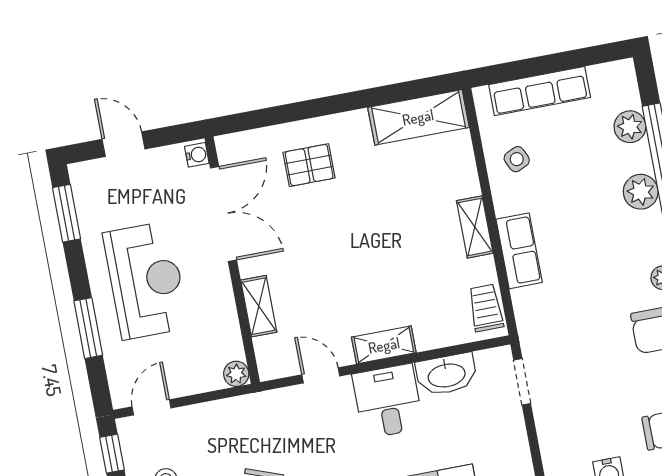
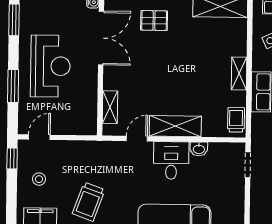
shelving: (259, 306) -> (110, 107), moved
shelving: (384, 345) -> (175, 126), width x1.50, depth x1.33
plant: (236, 374) -> (90, 128), removed
washbasin: (446, 374) -> (199, 149), width x0.52, depth x0.69
door: (321, 375) -> (137, 139), hinge flipped

